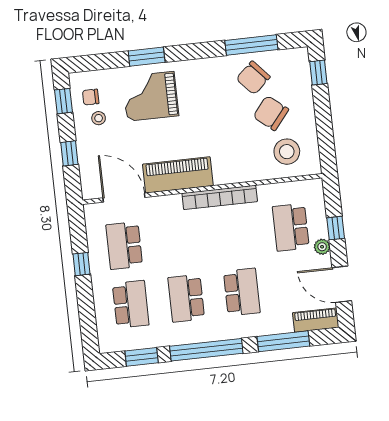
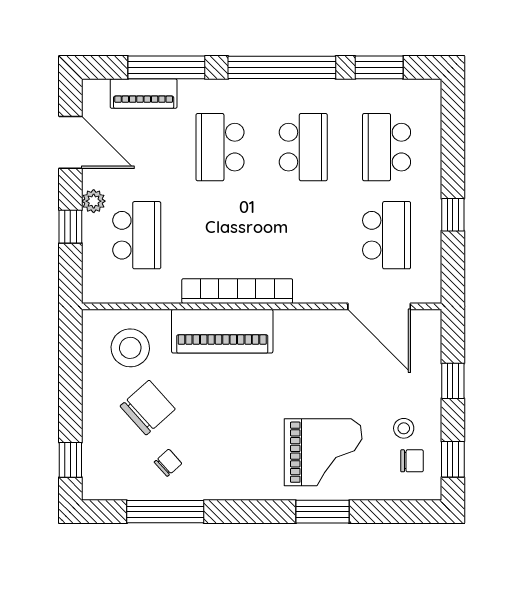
chair: (253, 78) -> (168, 463), width x0.54, depth x0.54
chair: (271, 113) -> (148, 408), turned -81
piano: (178, 175) -> (222, 331), moved
piano: (316, 320) -> (144, 94), moved

